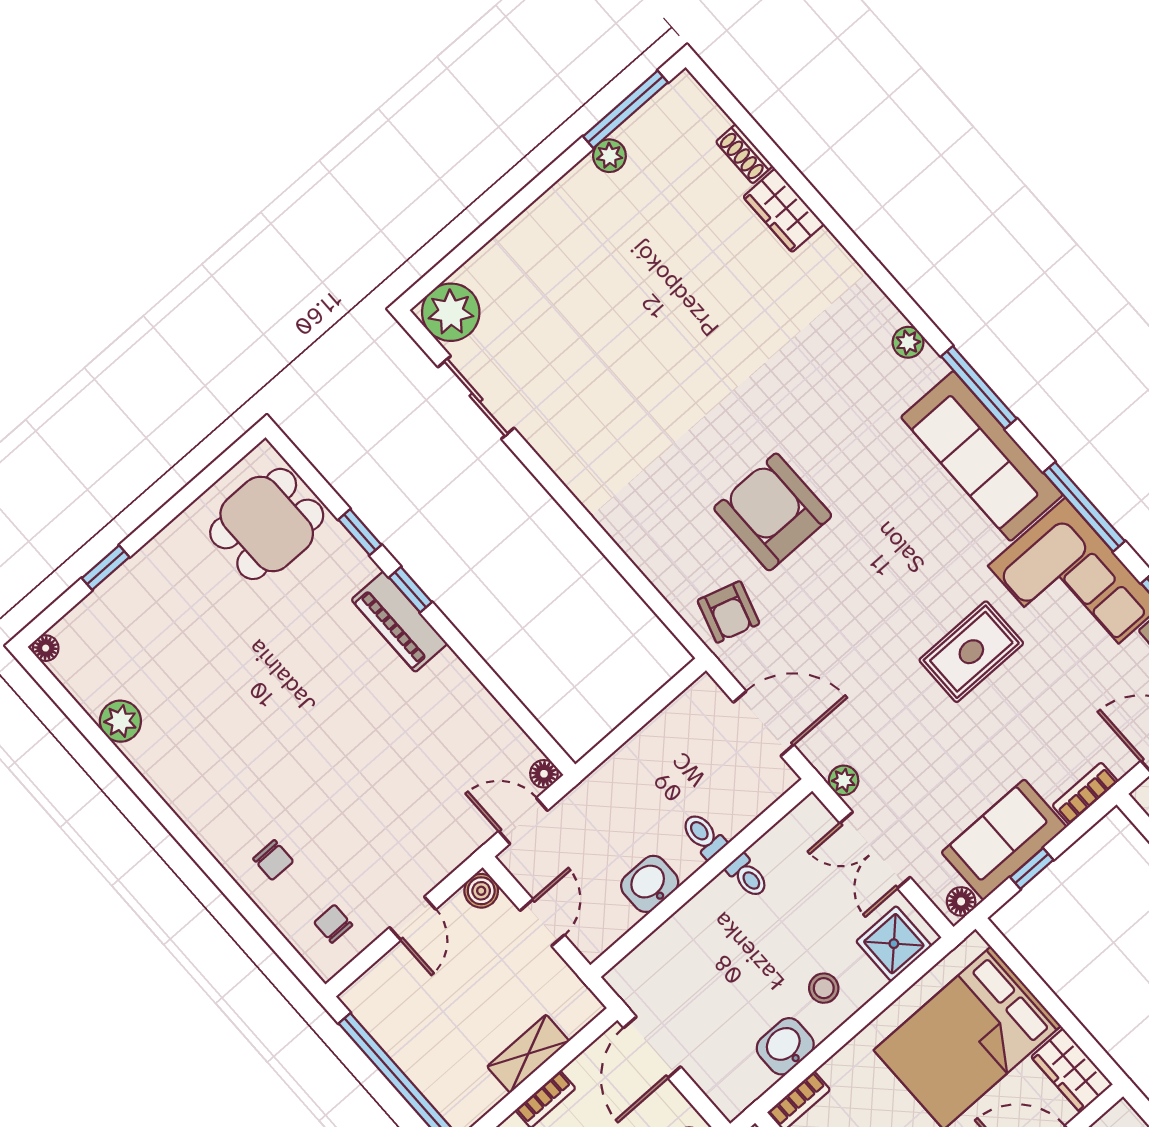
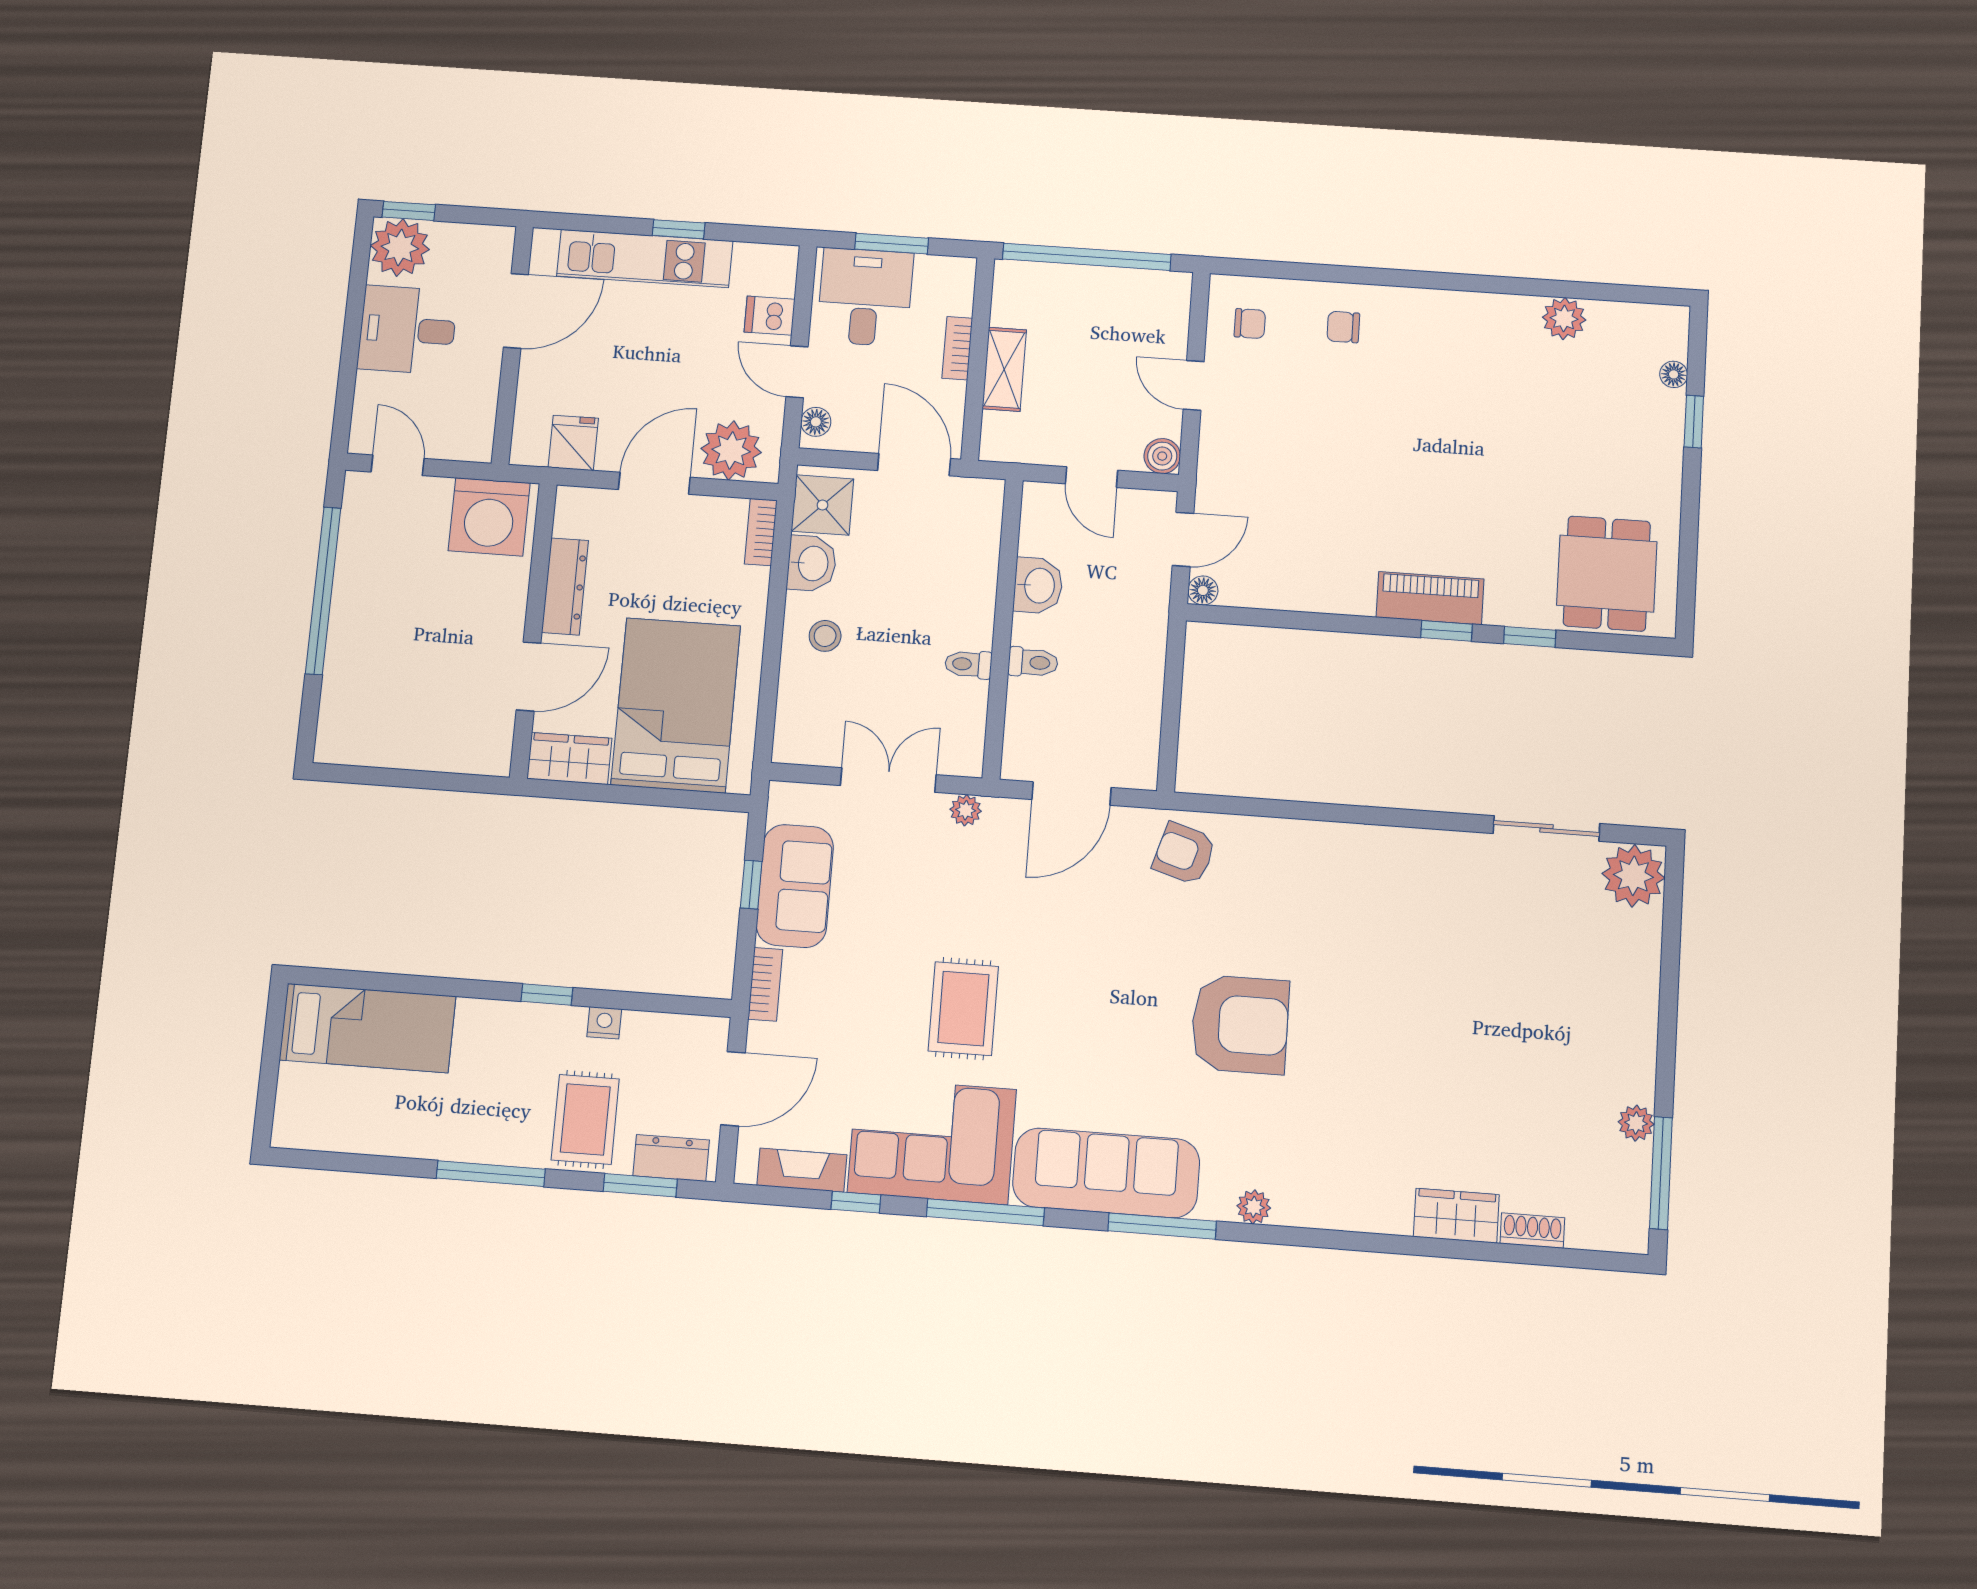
armchair: (773, 512) -> (1240, 1024), moved
floor lamp: (46, 648) -> (1674, 374), moved
floor lamp: (961, 901) -> (782, 805), removed
shower: (894, 944) -> (822, 505), moved

